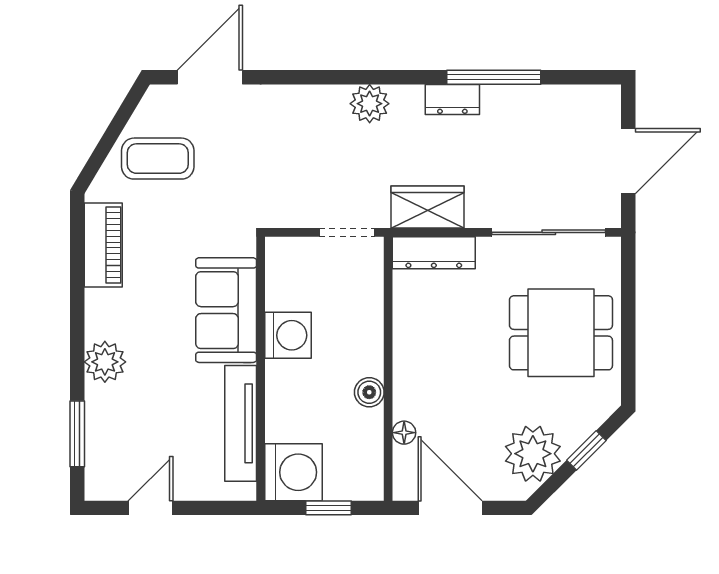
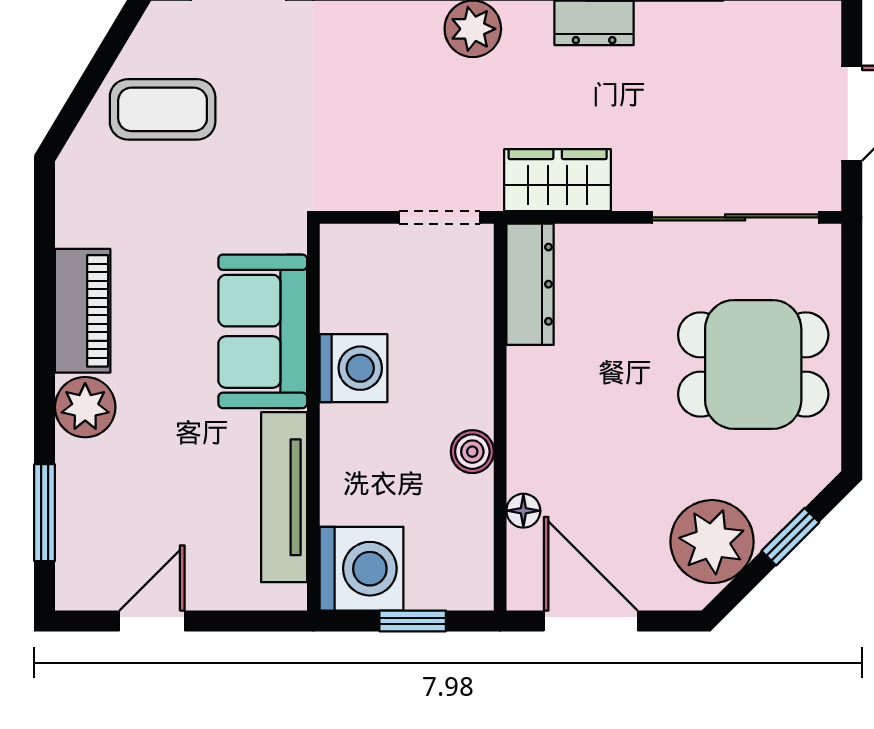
piano: (103, 245) -> (83, 311), moved
dresser: (434, 253) -> (530, 284), moved, turned -90

